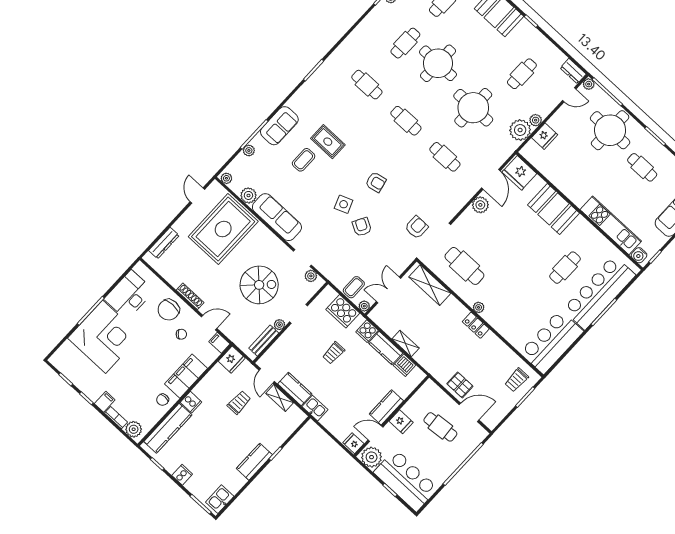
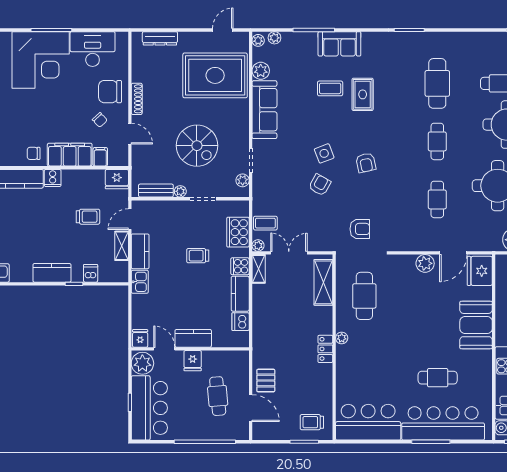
cafe table: (367, 85) -> (437, 83), width x1.37, depth x1.35
plant: (249, 150) -> (274, 38), moved
filing cabinet: (219, 343) -> (100, 157), moved
shelving: (406, 344) -> (259, 269), moved
dishwasher: (279, 436) -> (91, 273), added

